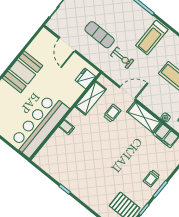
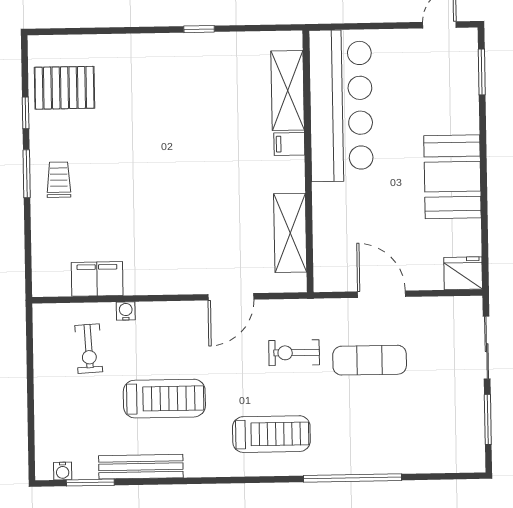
treadmill: (152, 38) -> (271, 434), turned 90
door: (67, 44) -> (382, 294), moved
fridge: (85, 78) -> (463, 273), moved, turned -90
trolley: (112, 113) -> (228, 238), removed
shelving: (144, 117) -> (288, 91), moved, turned 90

